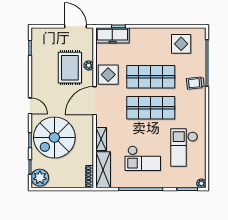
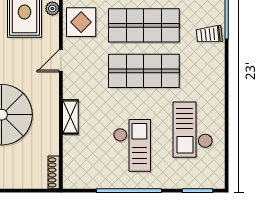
door: (95, 101) -> (61, 61), width x0.53
checkout: (143, 158) -> (132, 145), turned -90
shelving: (103, 170) -> (73, 162), removed
plant: (201, 183) -> (218, 182), removed

